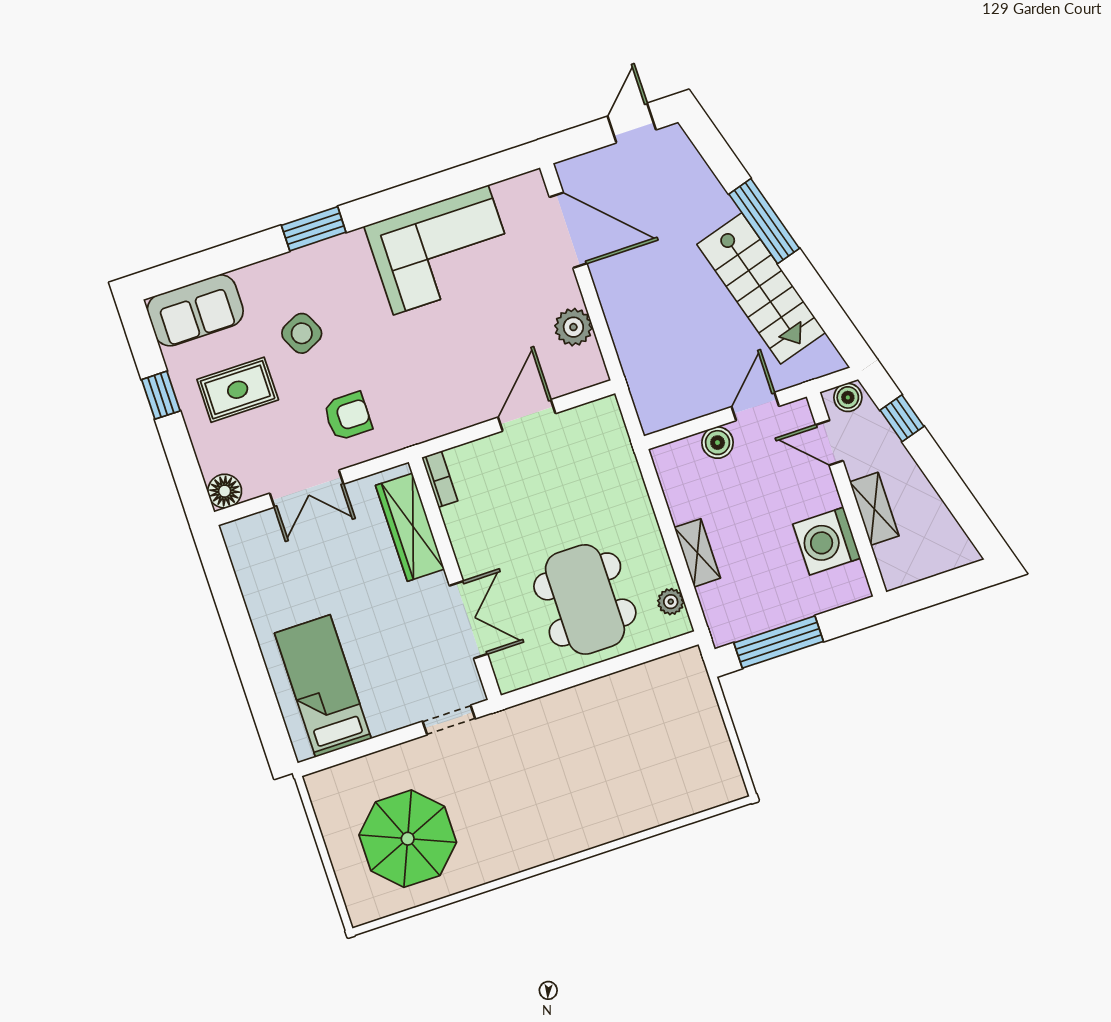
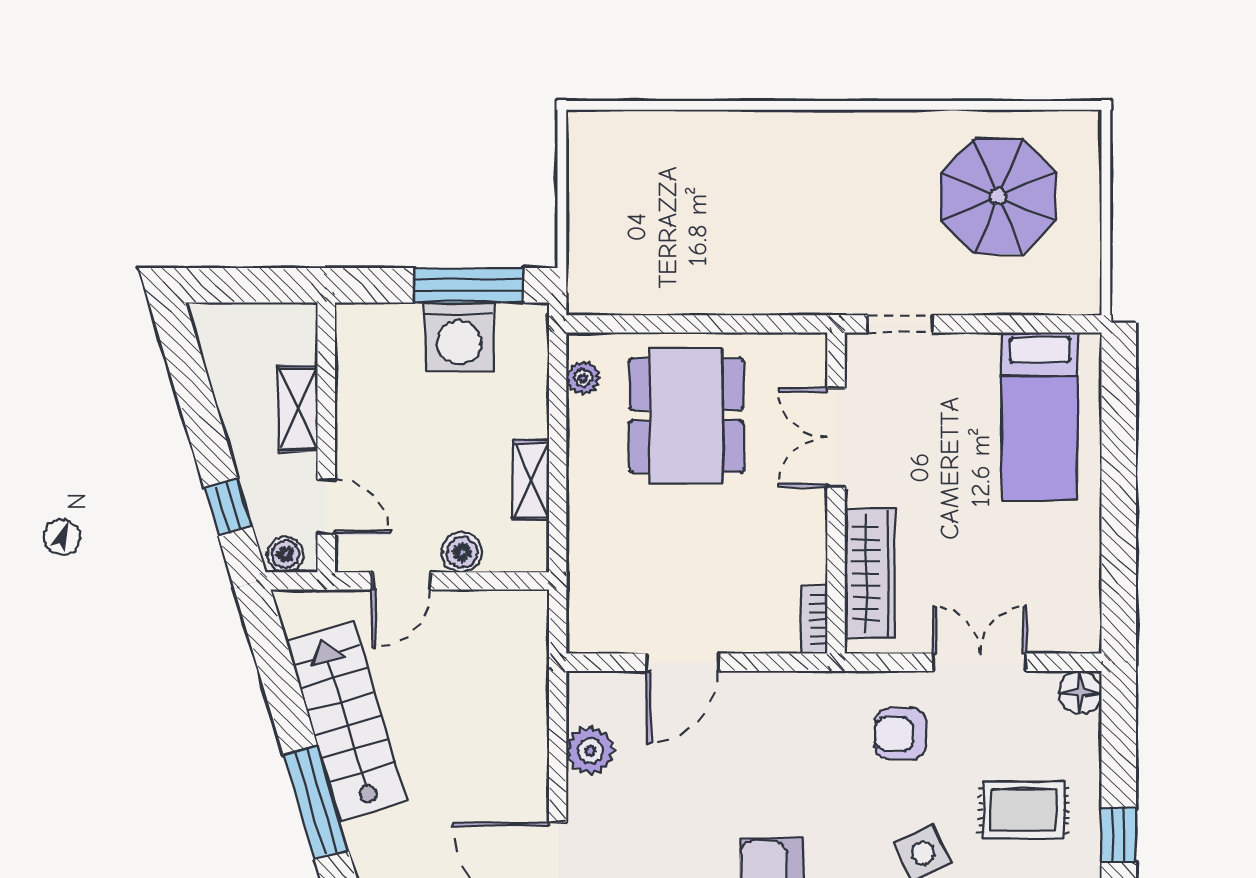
washing machine: (827, 541) -> (459, 337), moved, turned 90
shelving: (697, 553) -> (531, 480), moved

